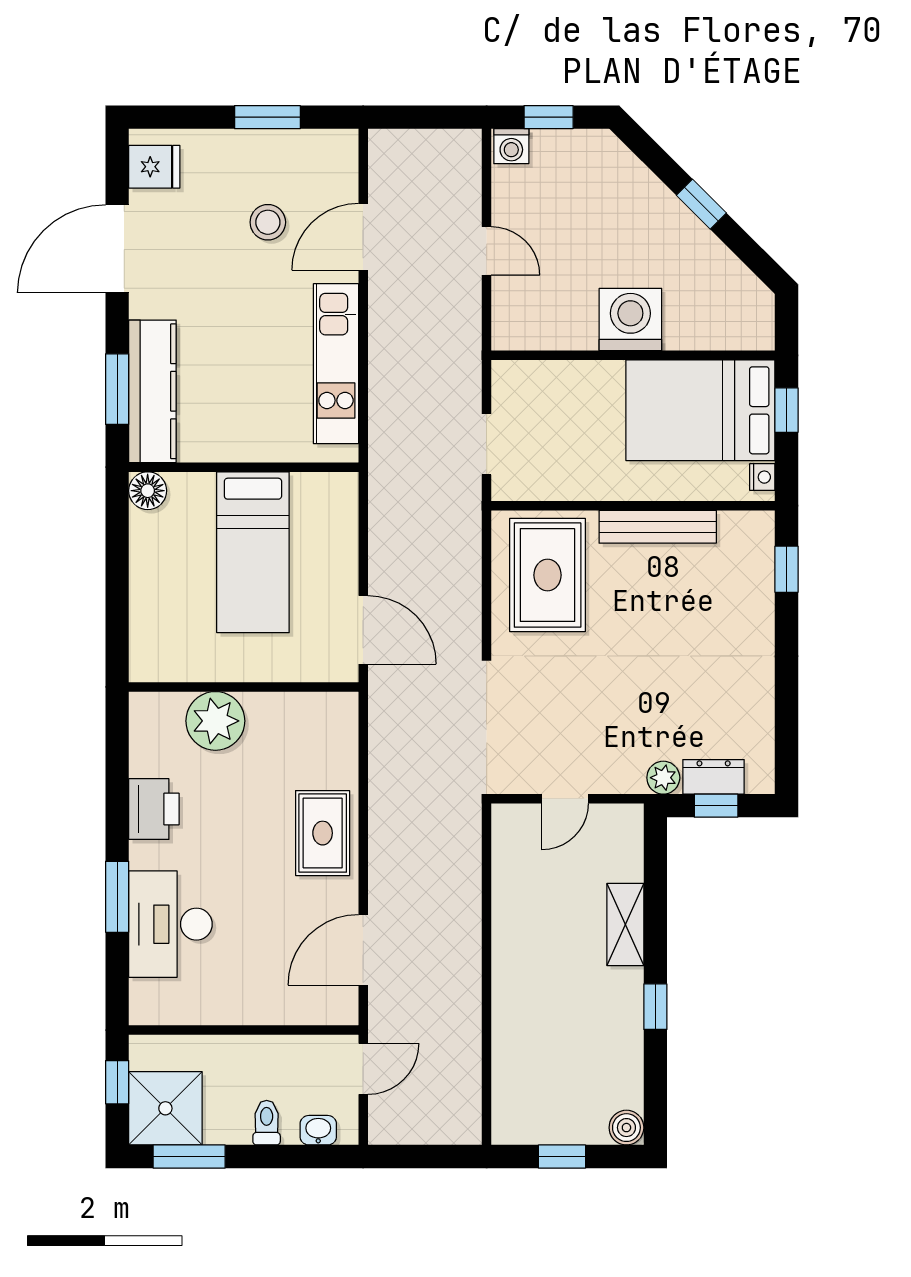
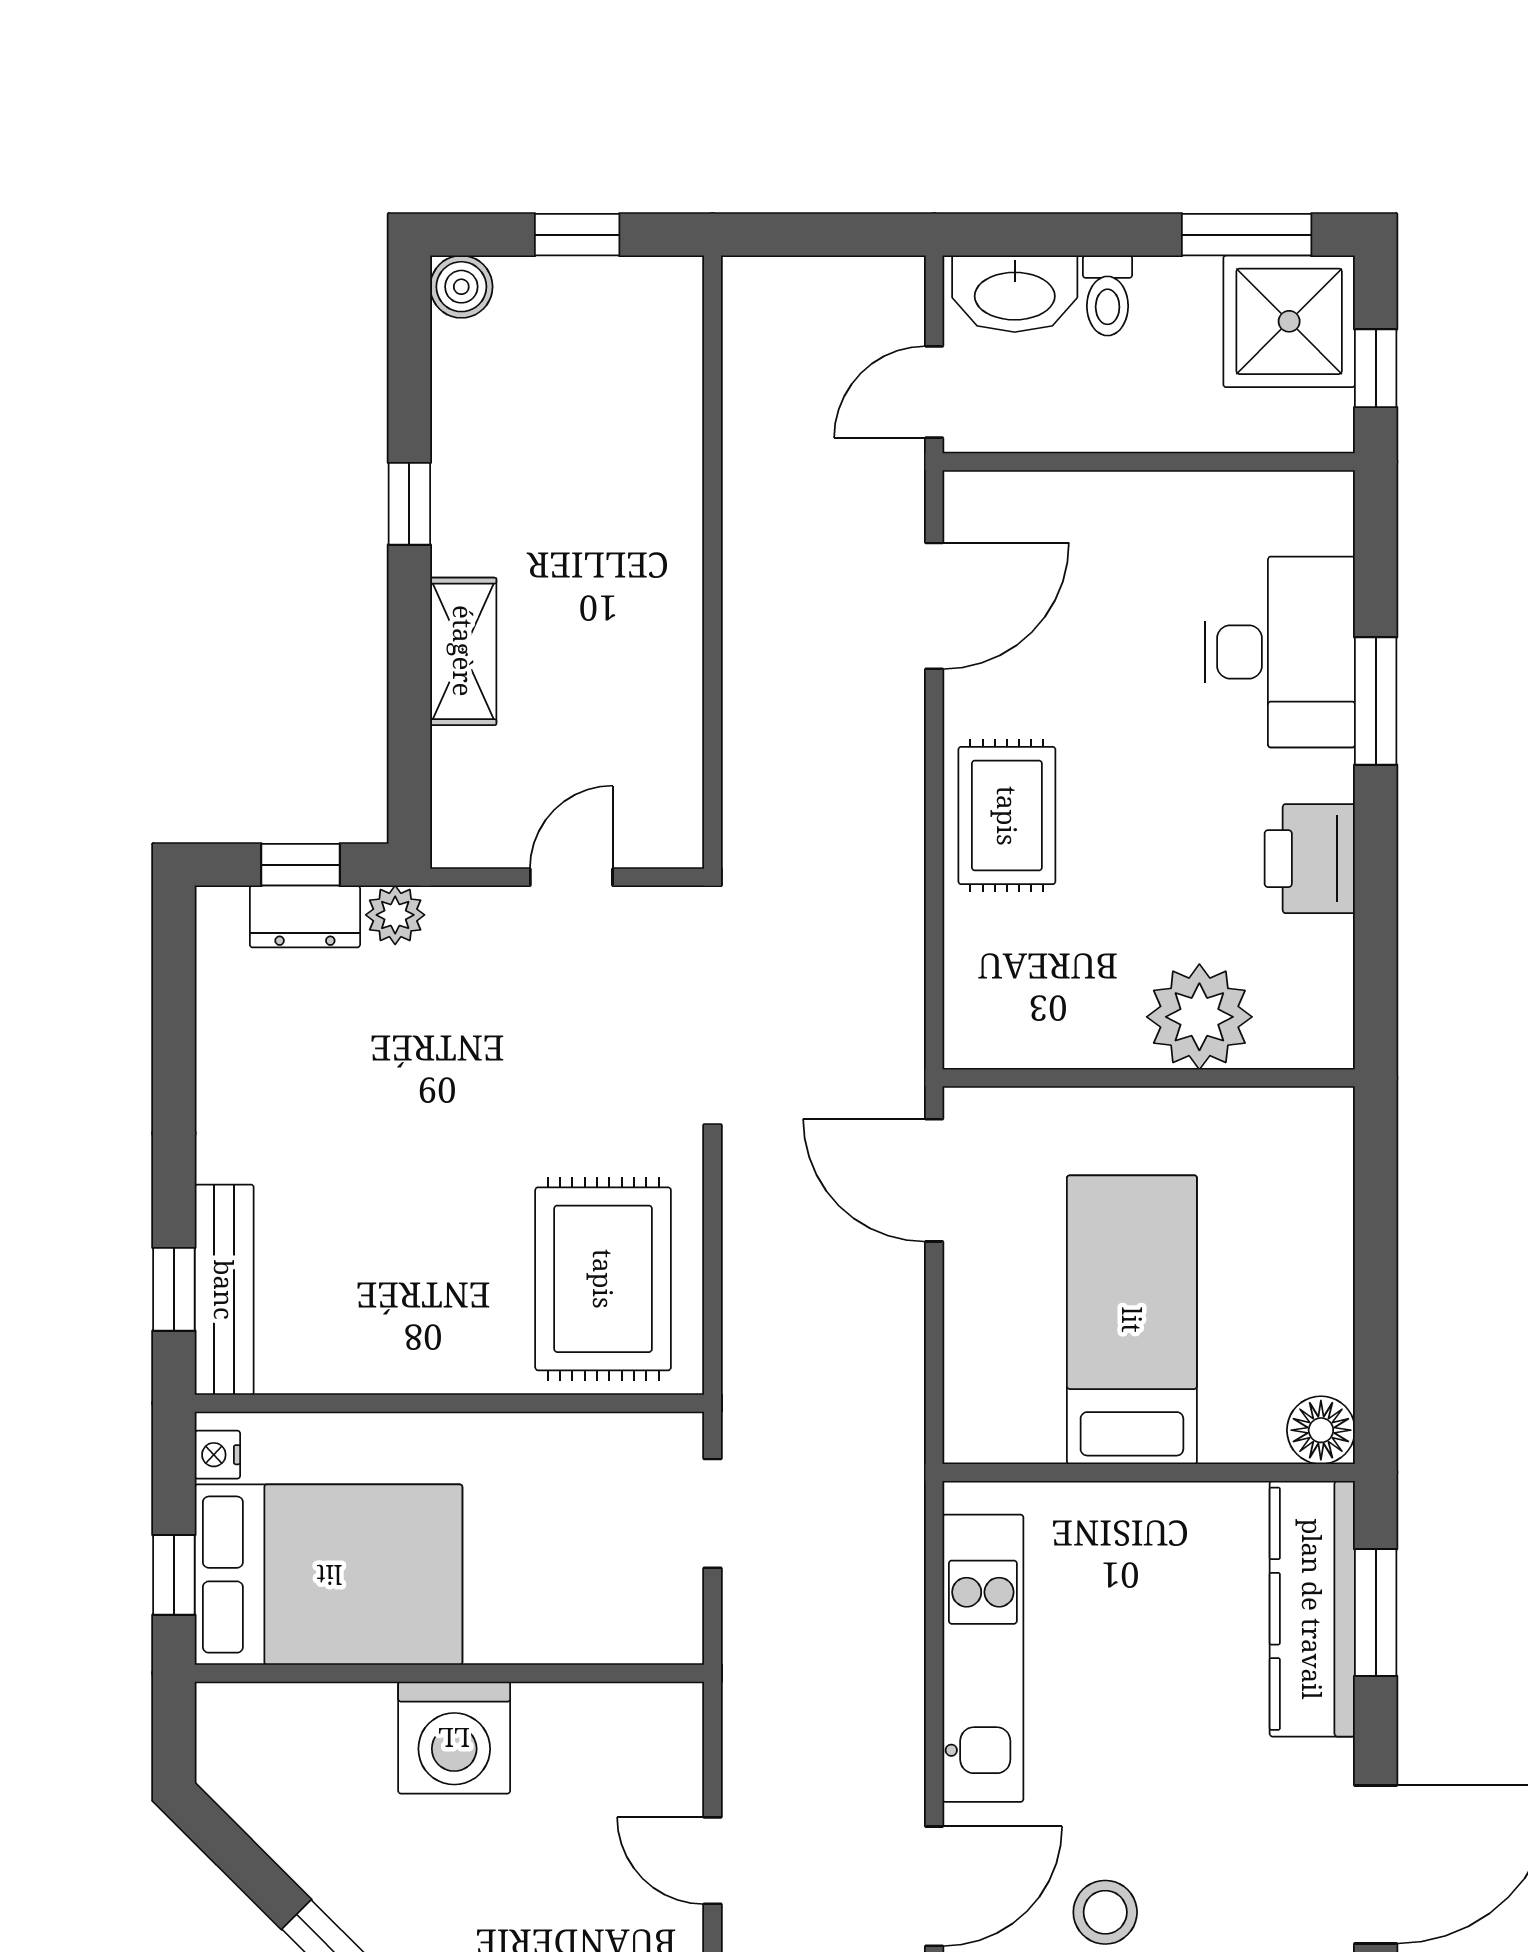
bench: (658, 527) -> (224, 1290), moved, turned 90
washbasin: (318, 1130) -> (1015, 294), width x1.91, depth x1.45

